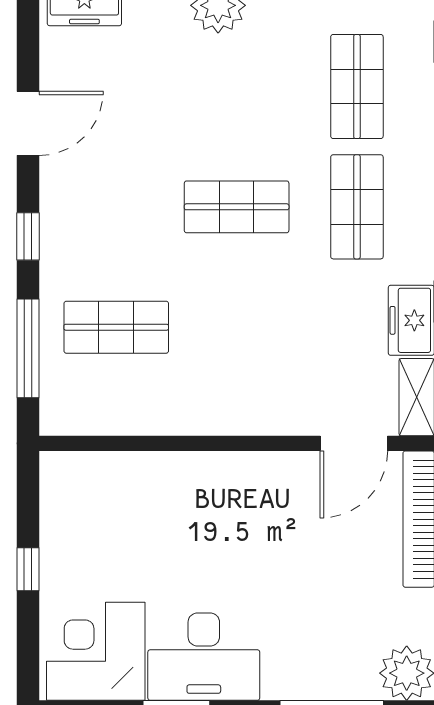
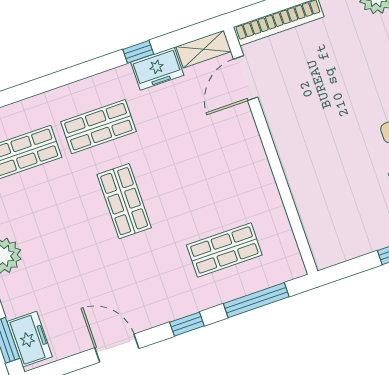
shop shelf: (116, 327) -> (224, 250), turned 90
door: (354, 443) -> (246, 78), swing flipped

